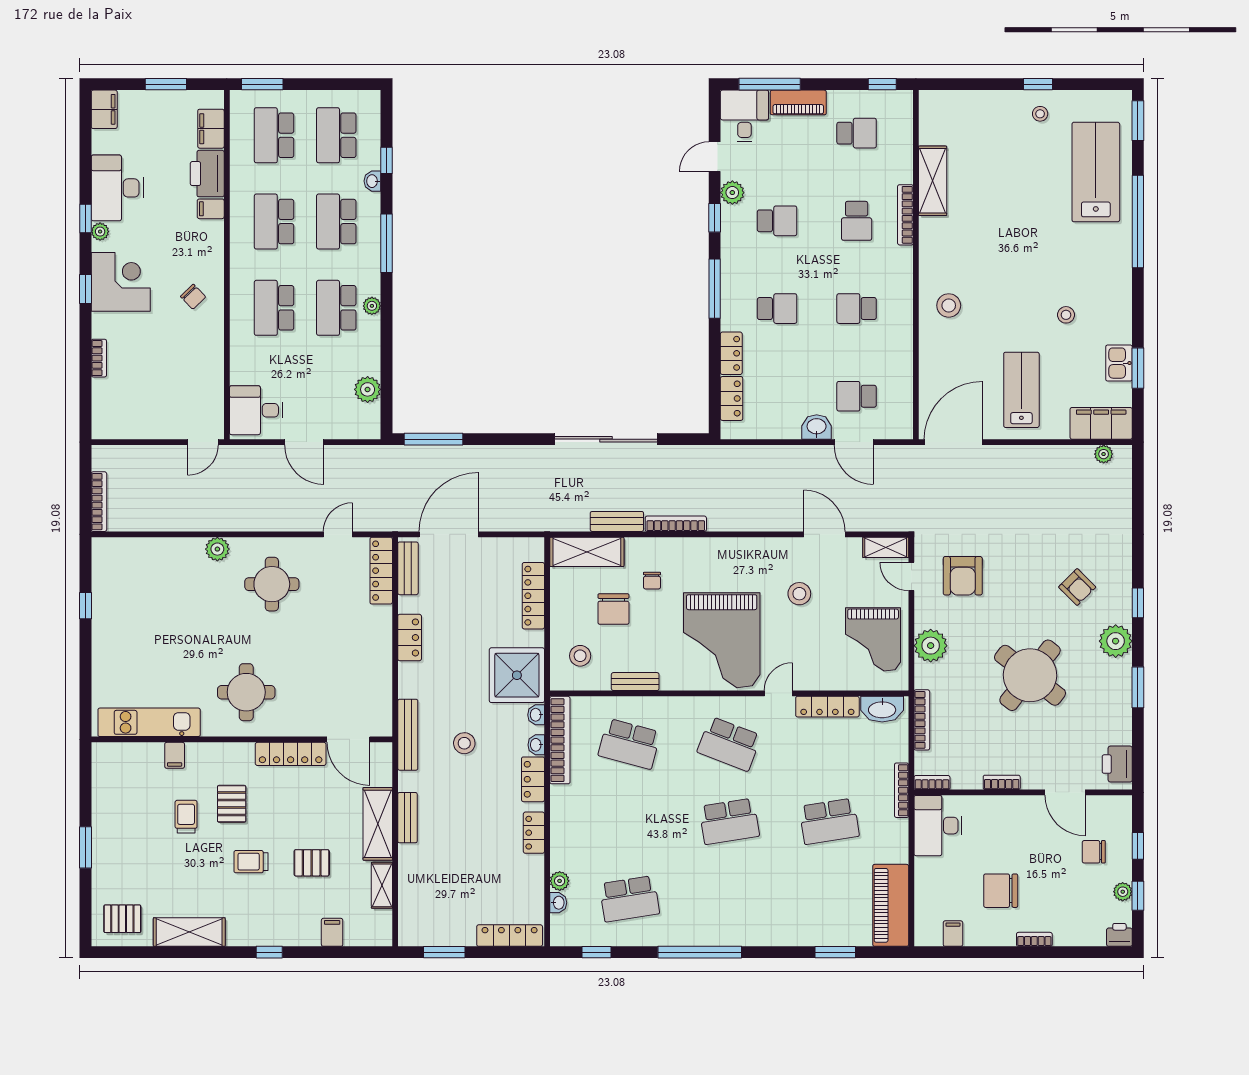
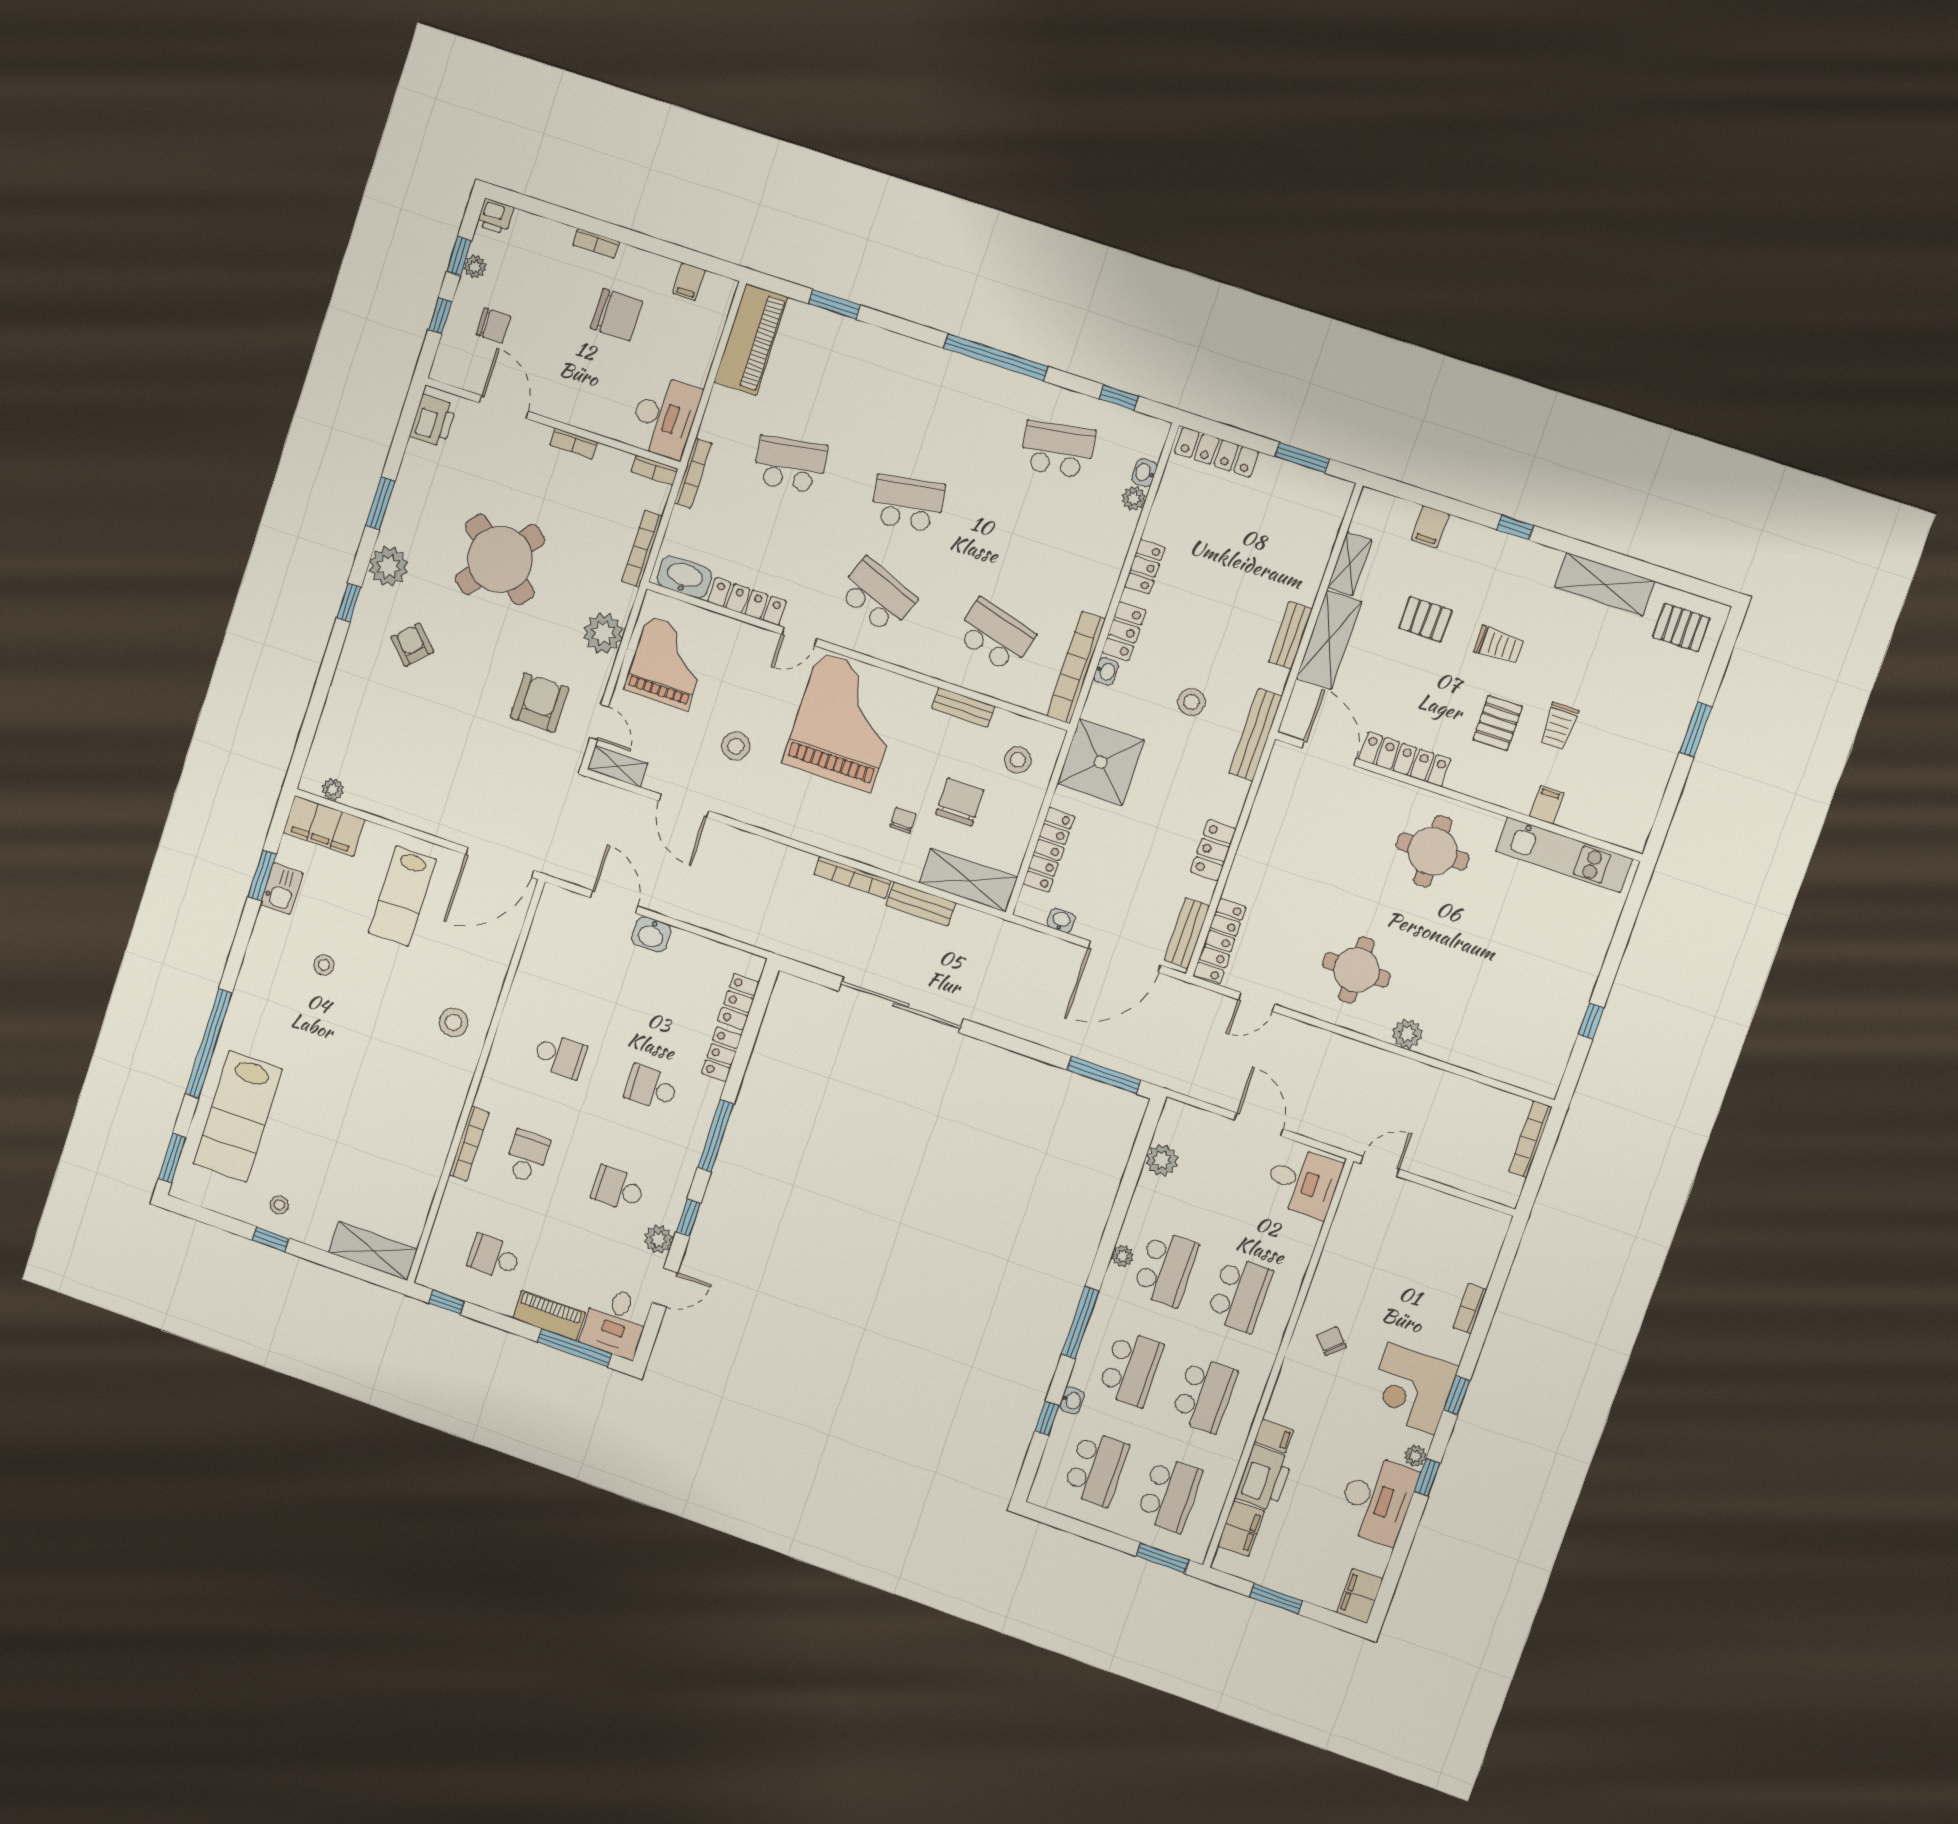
shelving: (933, 181) -> (373, 1251), moved, turned 90
school desk: (857, 396) -> (593, 954), removed
washbasin: (536, 715) -> (1061, 921), moved, turned -90

